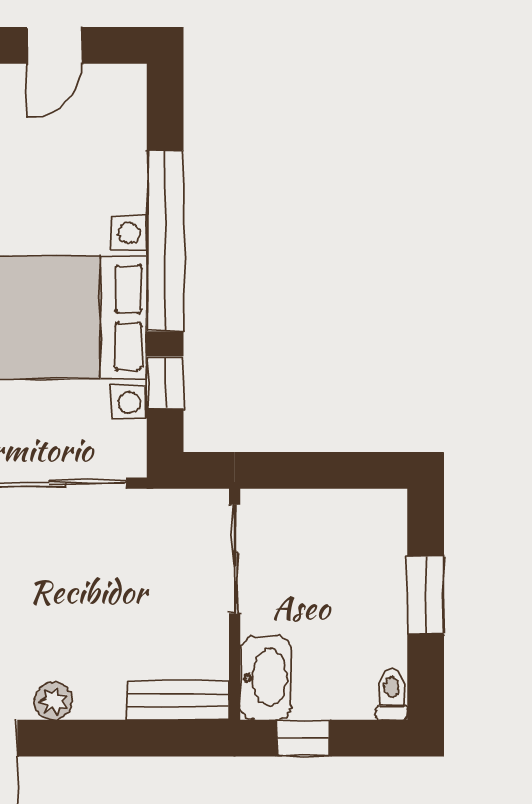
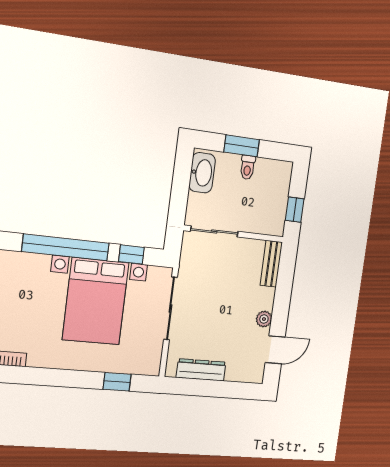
washbasin: (266, 678) -> (202, 173), moved, turned 90
toilet: (392, 694) -> (248, 167), moved, turned -90

